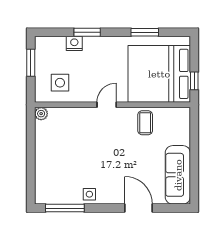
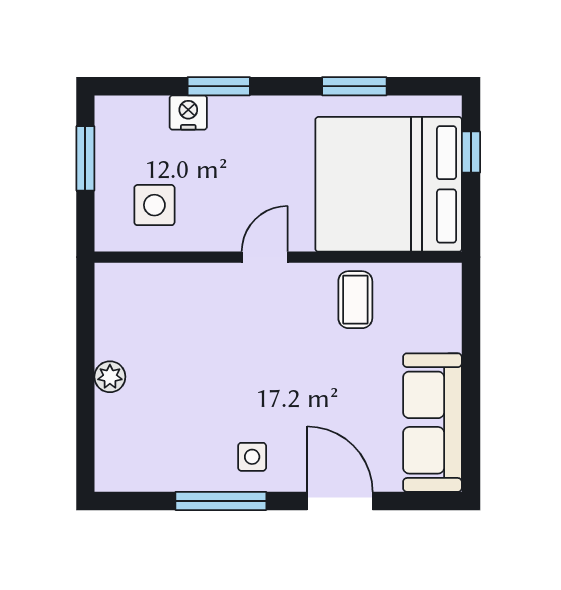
window: (194, 81) -> (471, 152), moved
plant: (41, 114) -> (110, 377), moved
side table: (89, 194) -> (252, 457), moved
window: (65, 208) -> (221, 501), moved

